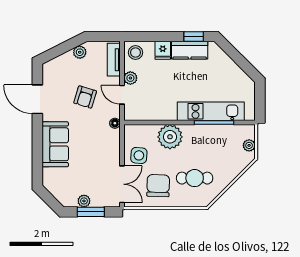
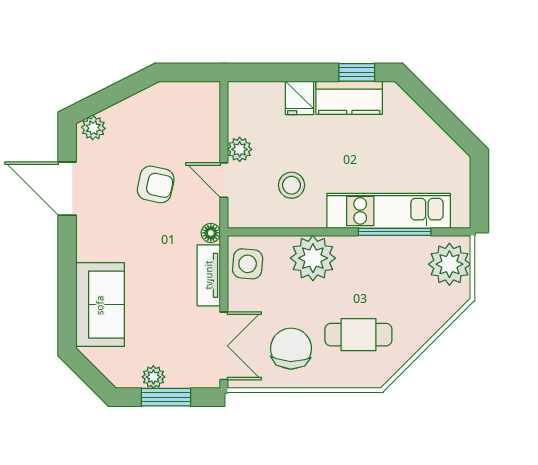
plant: (80, 52) -> (93, 128), moved
stool: (136, 52) -> (291, 185), moved
tv unit: (114, 60) -> (209, 275), moved
armchair: (85, 97) -> (156, 184), turned -95
sofa: (55, 144) -> (100, 305), moved
plant: (249, 145) -> (449, 264), width x1.88, depth x1.88
side table: (139, 155) -> (248, 264), moved

